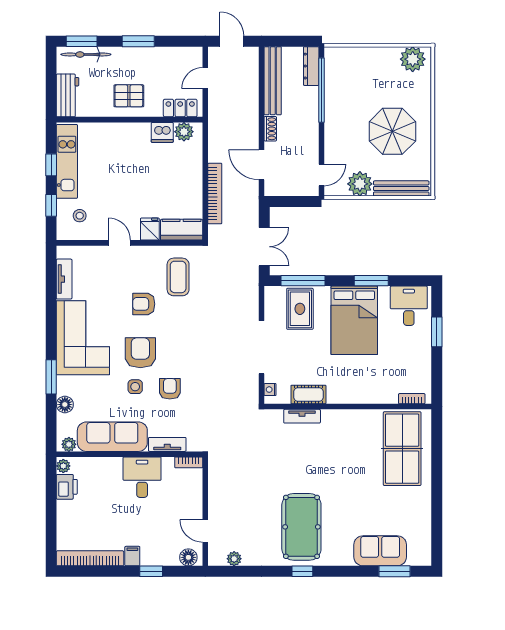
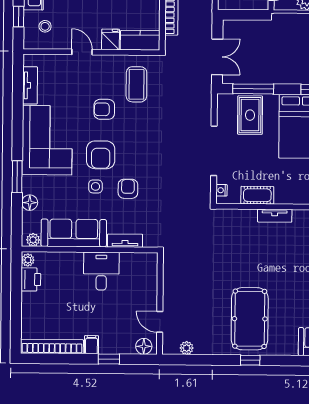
armchair: (140, 353) -> (101, 155), turned 180
tv unit: (302, 416) -> (275, 216), moved
bookcase: (189, 462) -> (145, 258), removed

